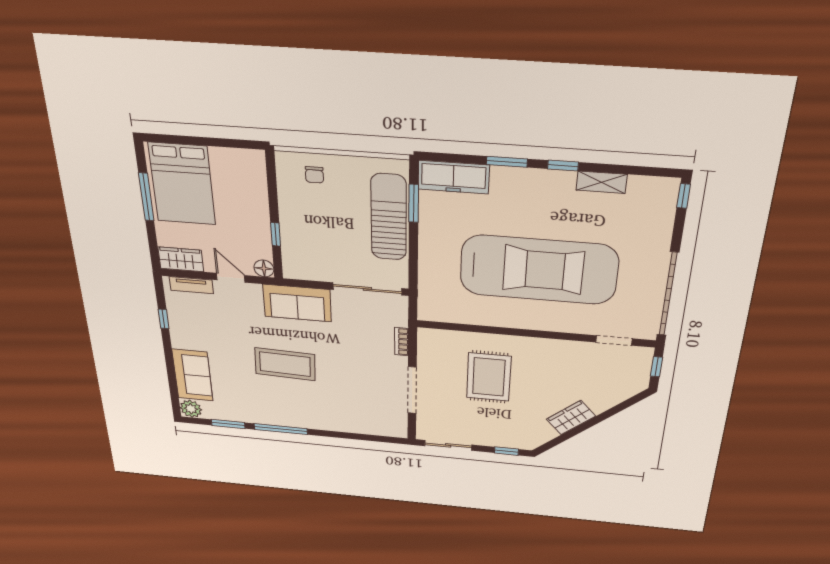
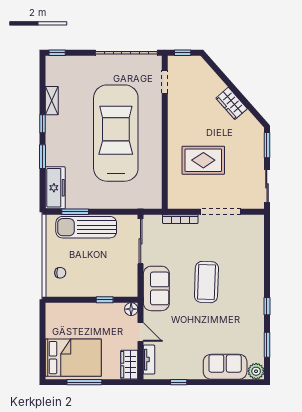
door: (231, 278) -> (141, 332), swing flipped
bookcase: (402, 342) -> (180, 219), width x1.56
coffee table: (285, 364) -> (206, 282), moved
window: (281, 429) -> (267, 306), width x0.46
window: (506, 451) -> (267, 145), width x1.50

